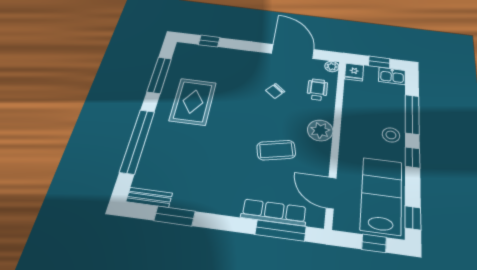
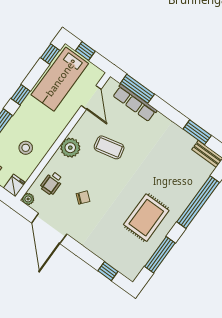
stool: (391, 135) -> (26, 148), moved

